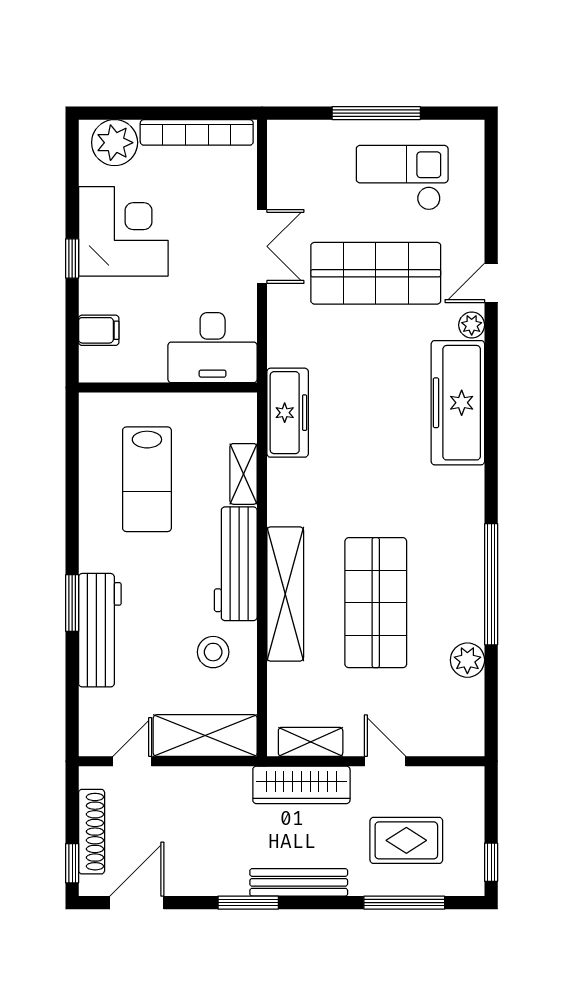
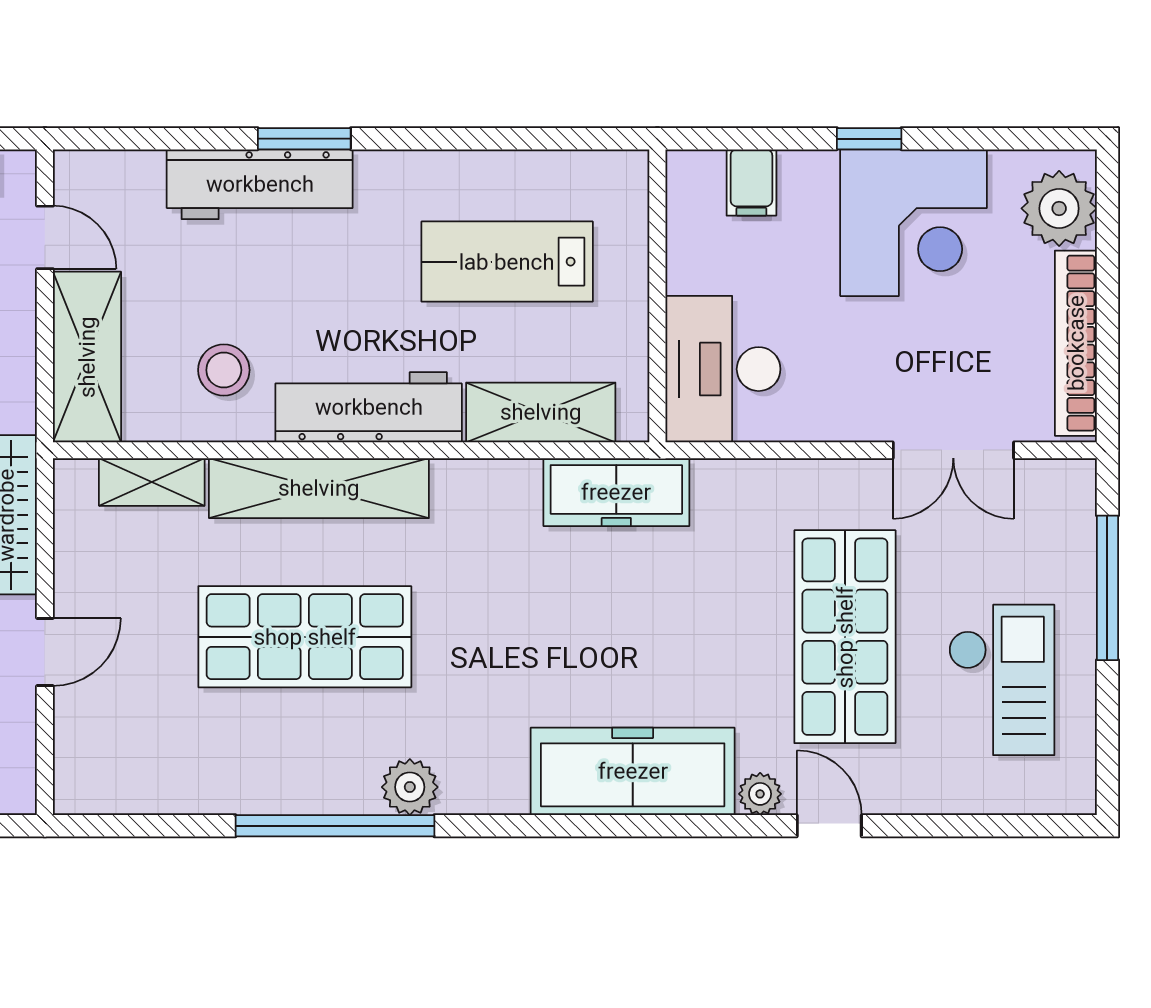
window: (376, 113) -> (1107, 588), moved
double door: (262, 246) -> (953, 450), moved
shelving: (244, 474) -> (541, 412), width x1.50, depth x1.33
plant: (467, 660) -> (410, 787), moved
shelving: (311, 742) -> (152, 482), moved, turned 90

